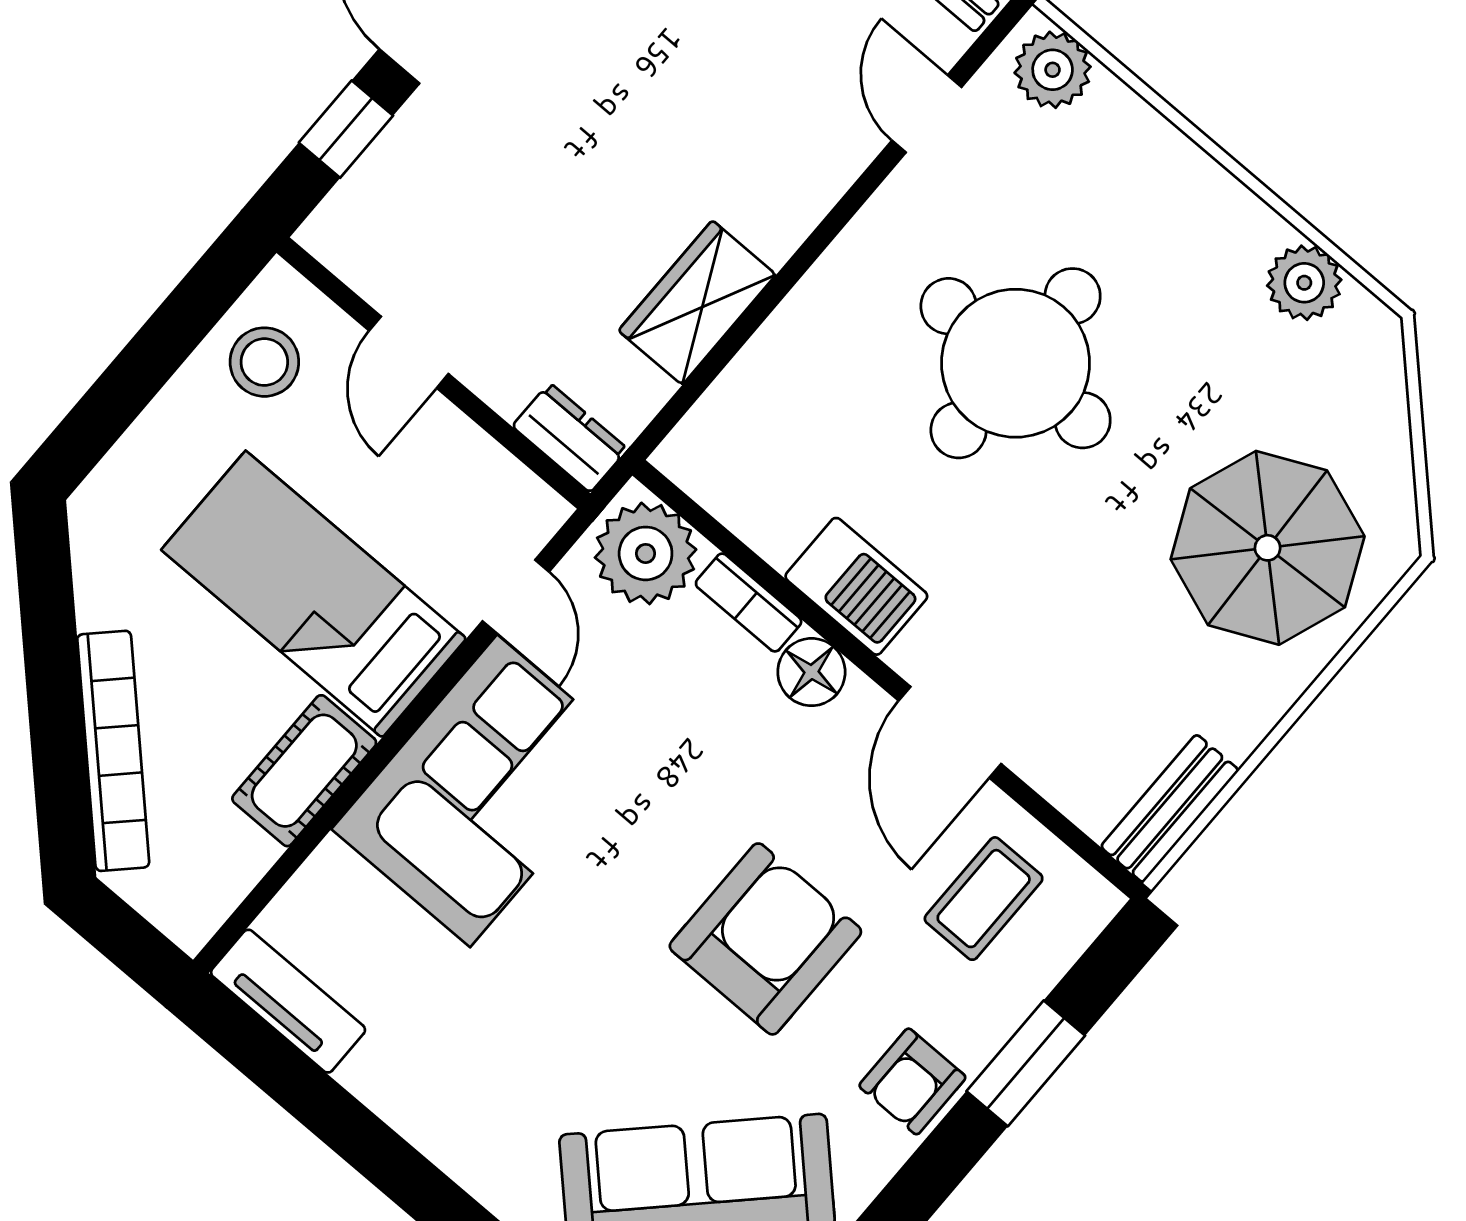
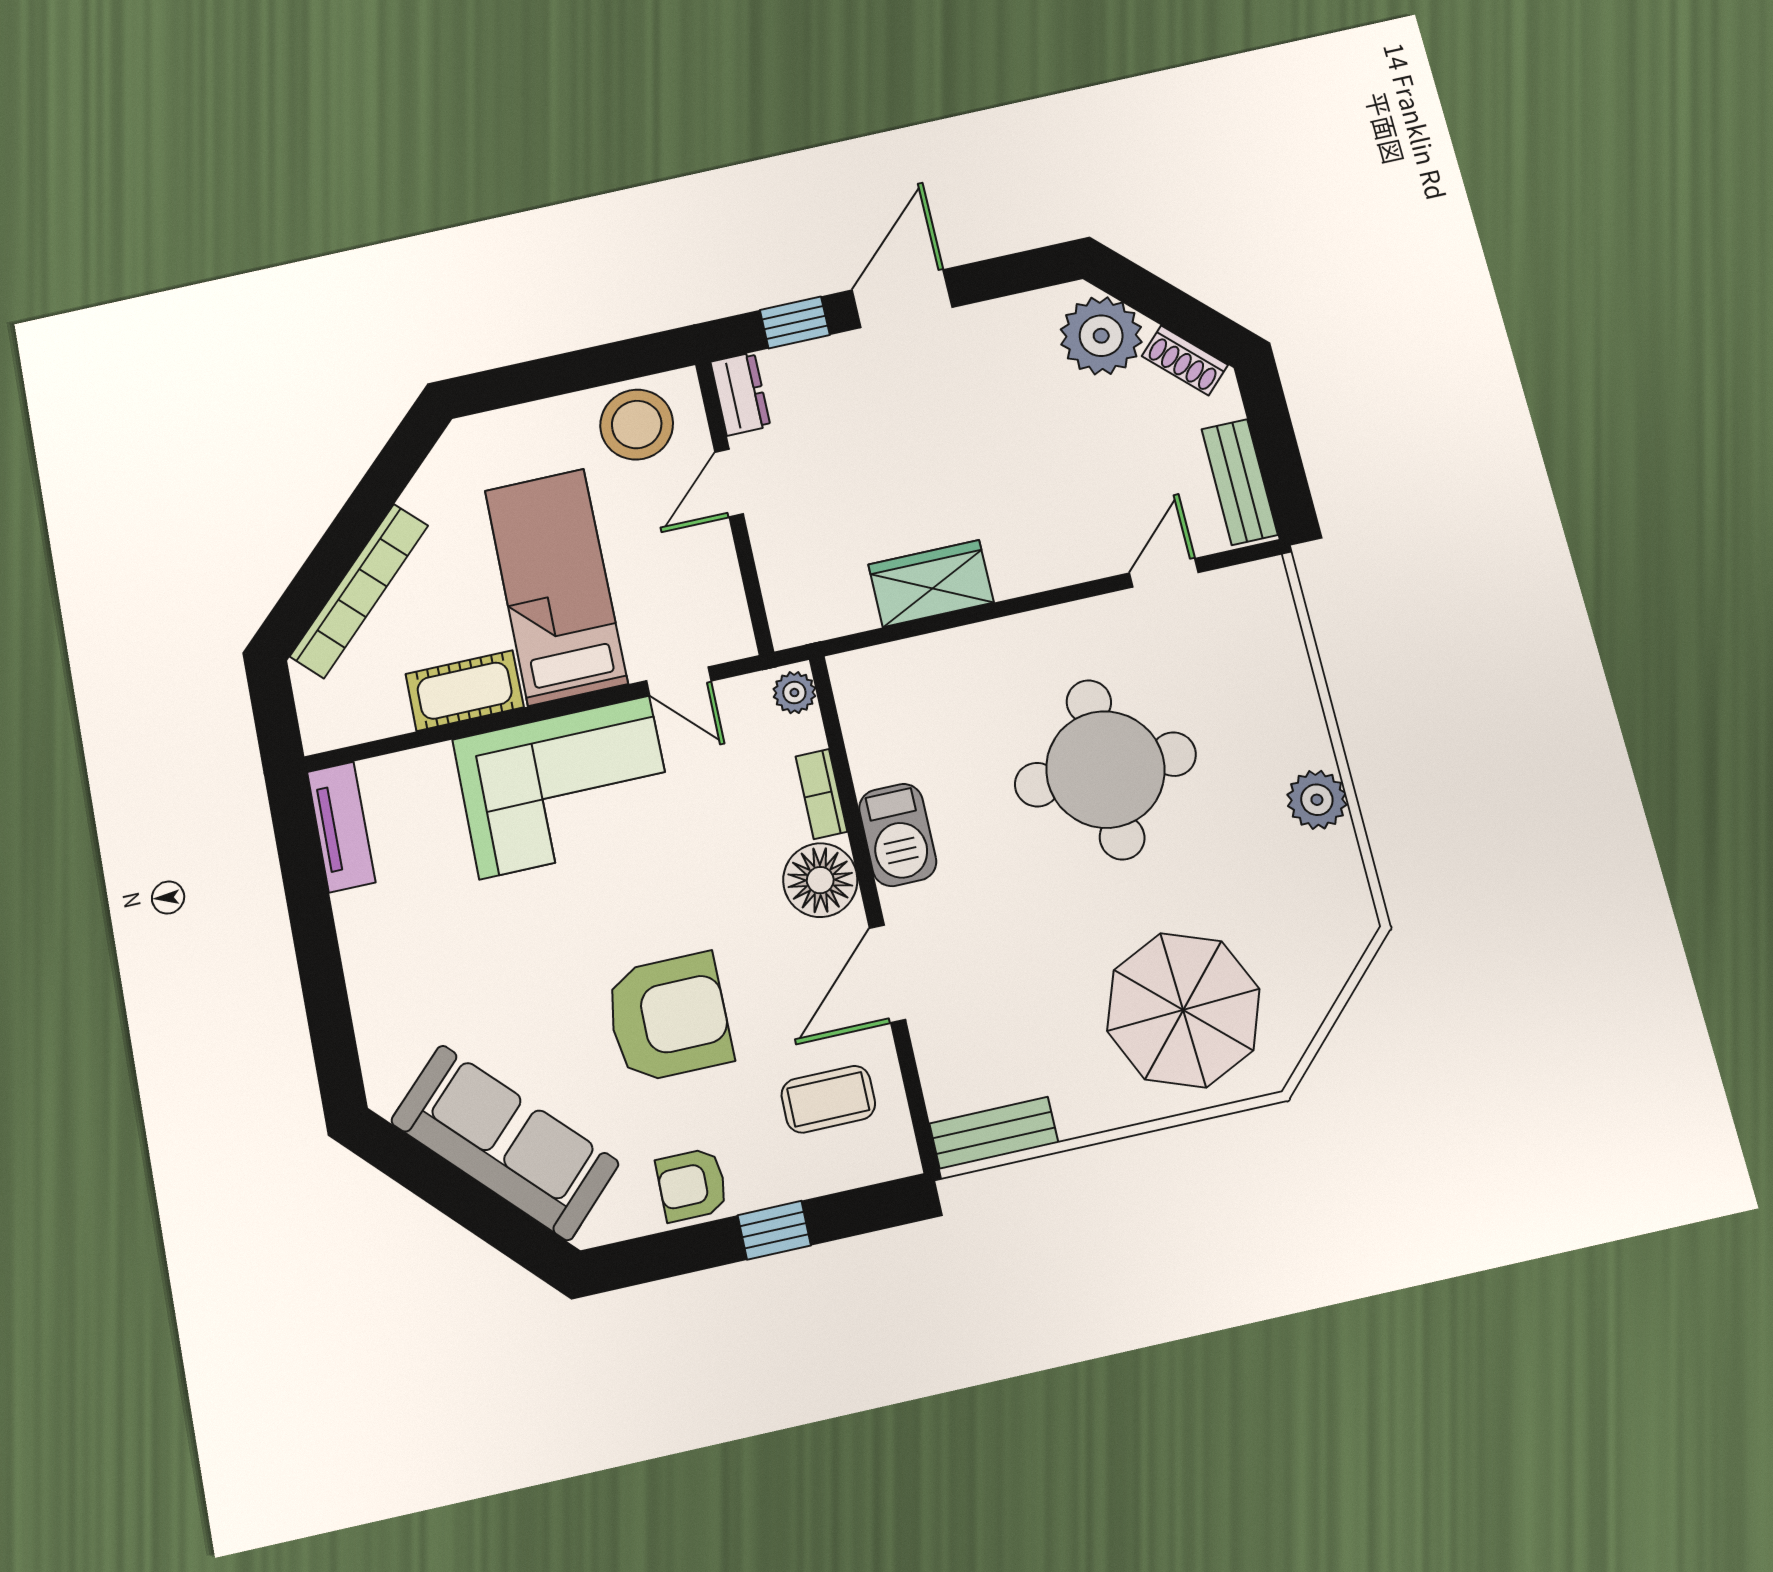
plant: (1053, 70) -> (1265, 604), removed
plant: (1304, 283) -> (1317, 800), moved
stool: (264, 362) -> (637, 424), width x1.38, depth x1.38
dresser: (570, 438) -> (740, 394), moved
plant: (646, 553) -> (794, 693), width x0.53, depth x0.53
door: (516, 596) -> (679, 681), hinge flipped
floor lamp: (811, 672) -> (820, 880), width x1.38, depth x1.38
window: (1026, 1063) -> (774, 1230), width x0.67

